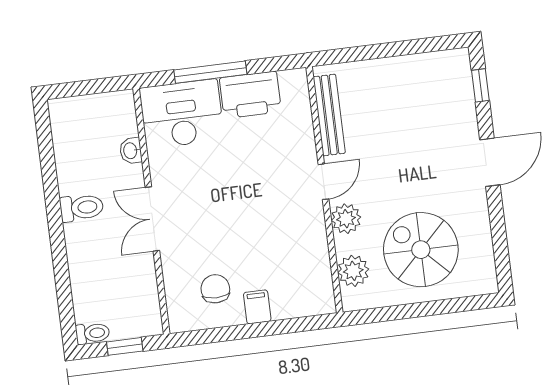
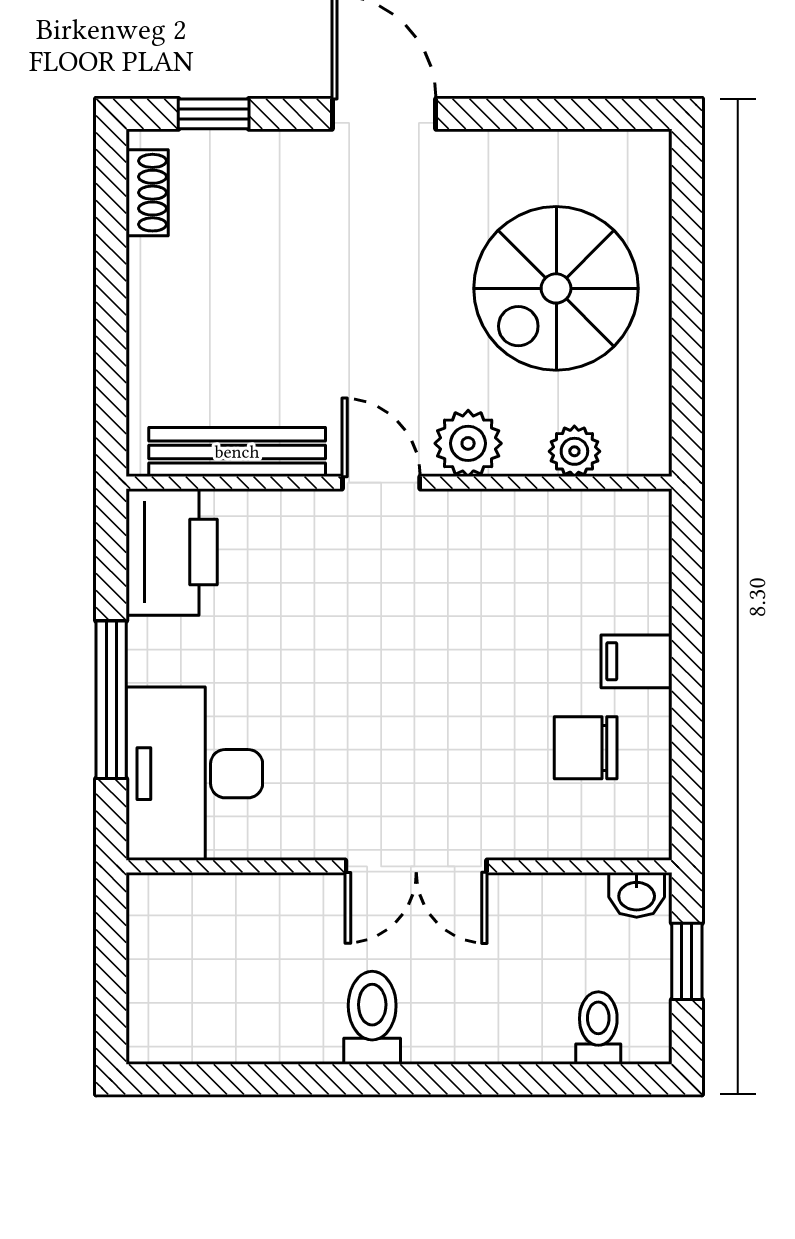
shoe rack: (441, 60) -> (147, 193), added
printer: (250, 95) -> (172, 552), moved
washbasin: (131, 151) -> (637, 895), moved
plant: (353, 271) -> (574, 451), width x0.73, depth x0.73
toilet: (93, 333) -> (598, 1028), moved

